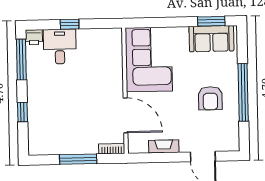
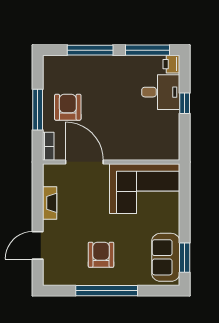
armchair: (210, 98) -> (101, 255), turned 90
window: (22, 112) -> (90, 50), width x2.17
door: (125, 115) -> (84, 162), swing flipped
armchair: (75, 132) -> (68, 107), added

